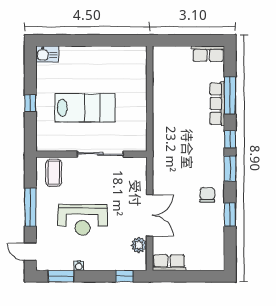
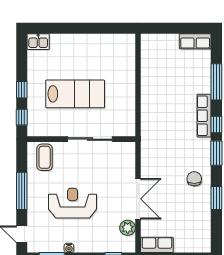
row of seats: (217, 104) -> (204, 116), moved
window: (30, 132) -> (22, 117), added
reception desk: (82, 220) -> (73, 203), turned 180

